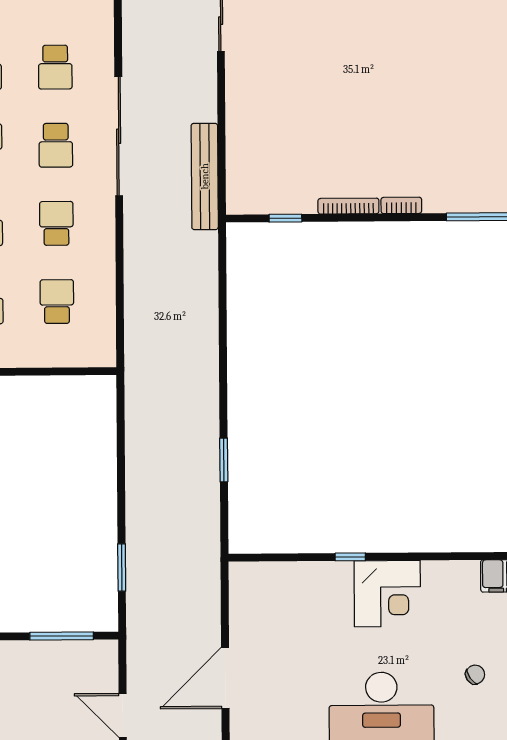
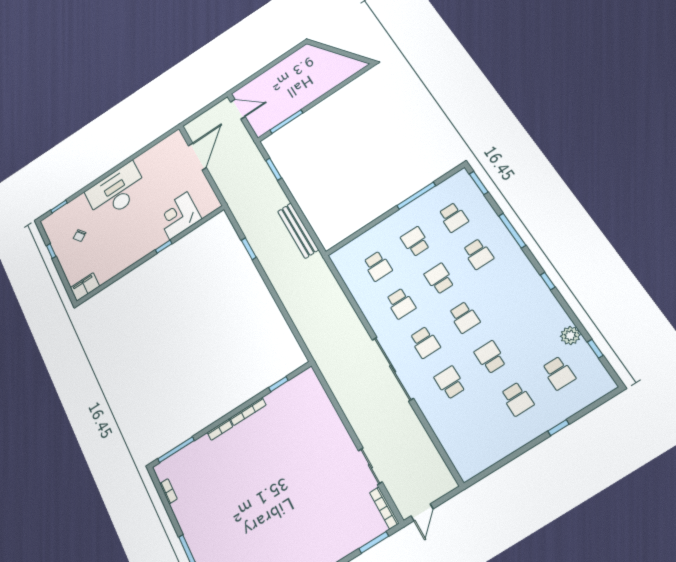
school desk: (56, 145) -> (425, 342), turned 180
bench: (205, 176) -> (298, 230), moved
corner desk: (387, 594) -> (179, 216), moved

